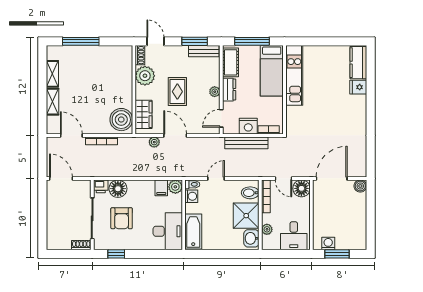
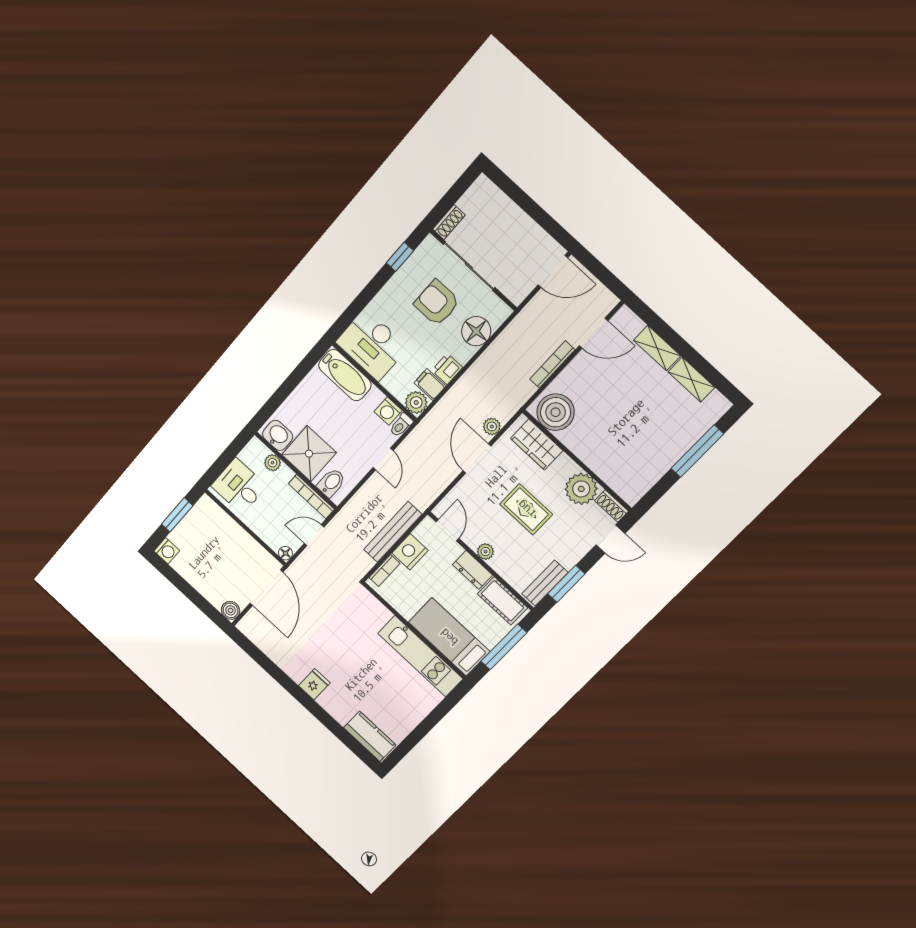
fridge: (358, 87) -> (314, 684), moved
door: (175, 135) -> (477, 458), swing flipped
printer: (101, 186) -> (447, 369), moved
floor lamp: (301, 188) -> (285, 553), width x0.53, depth x0.53
washing machine: (328, 243) -> (167, 551), moved

